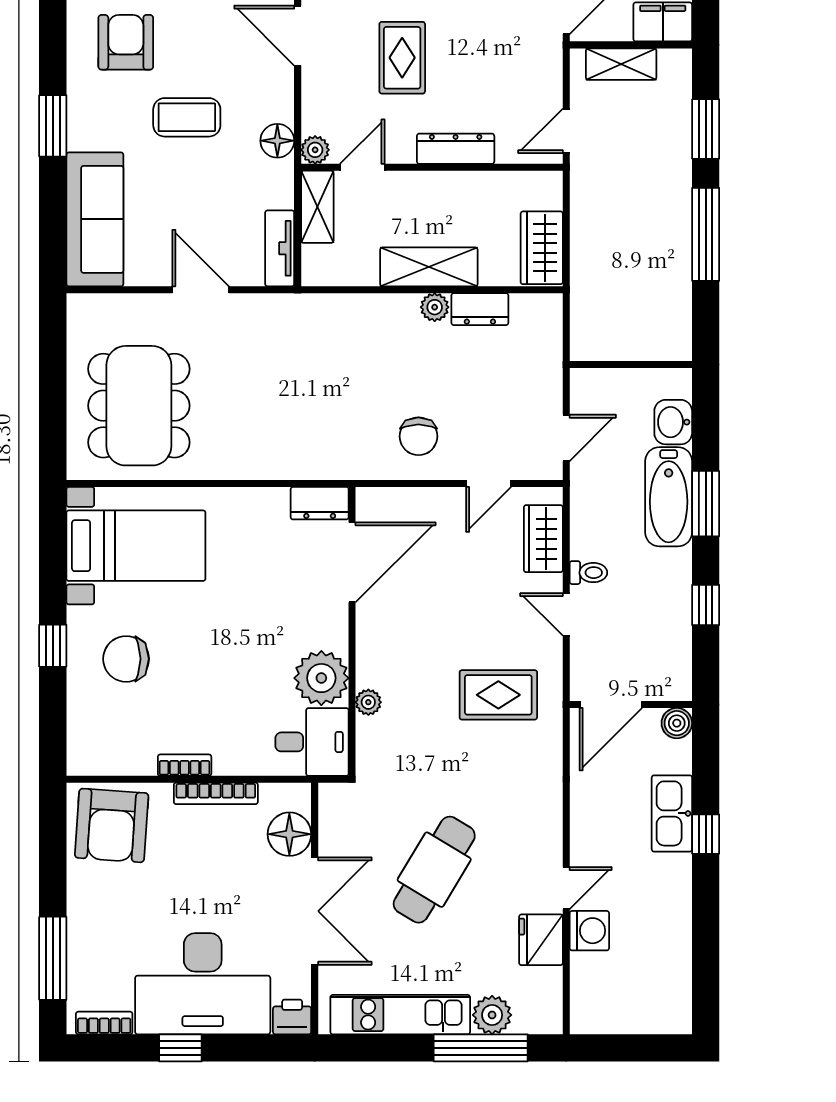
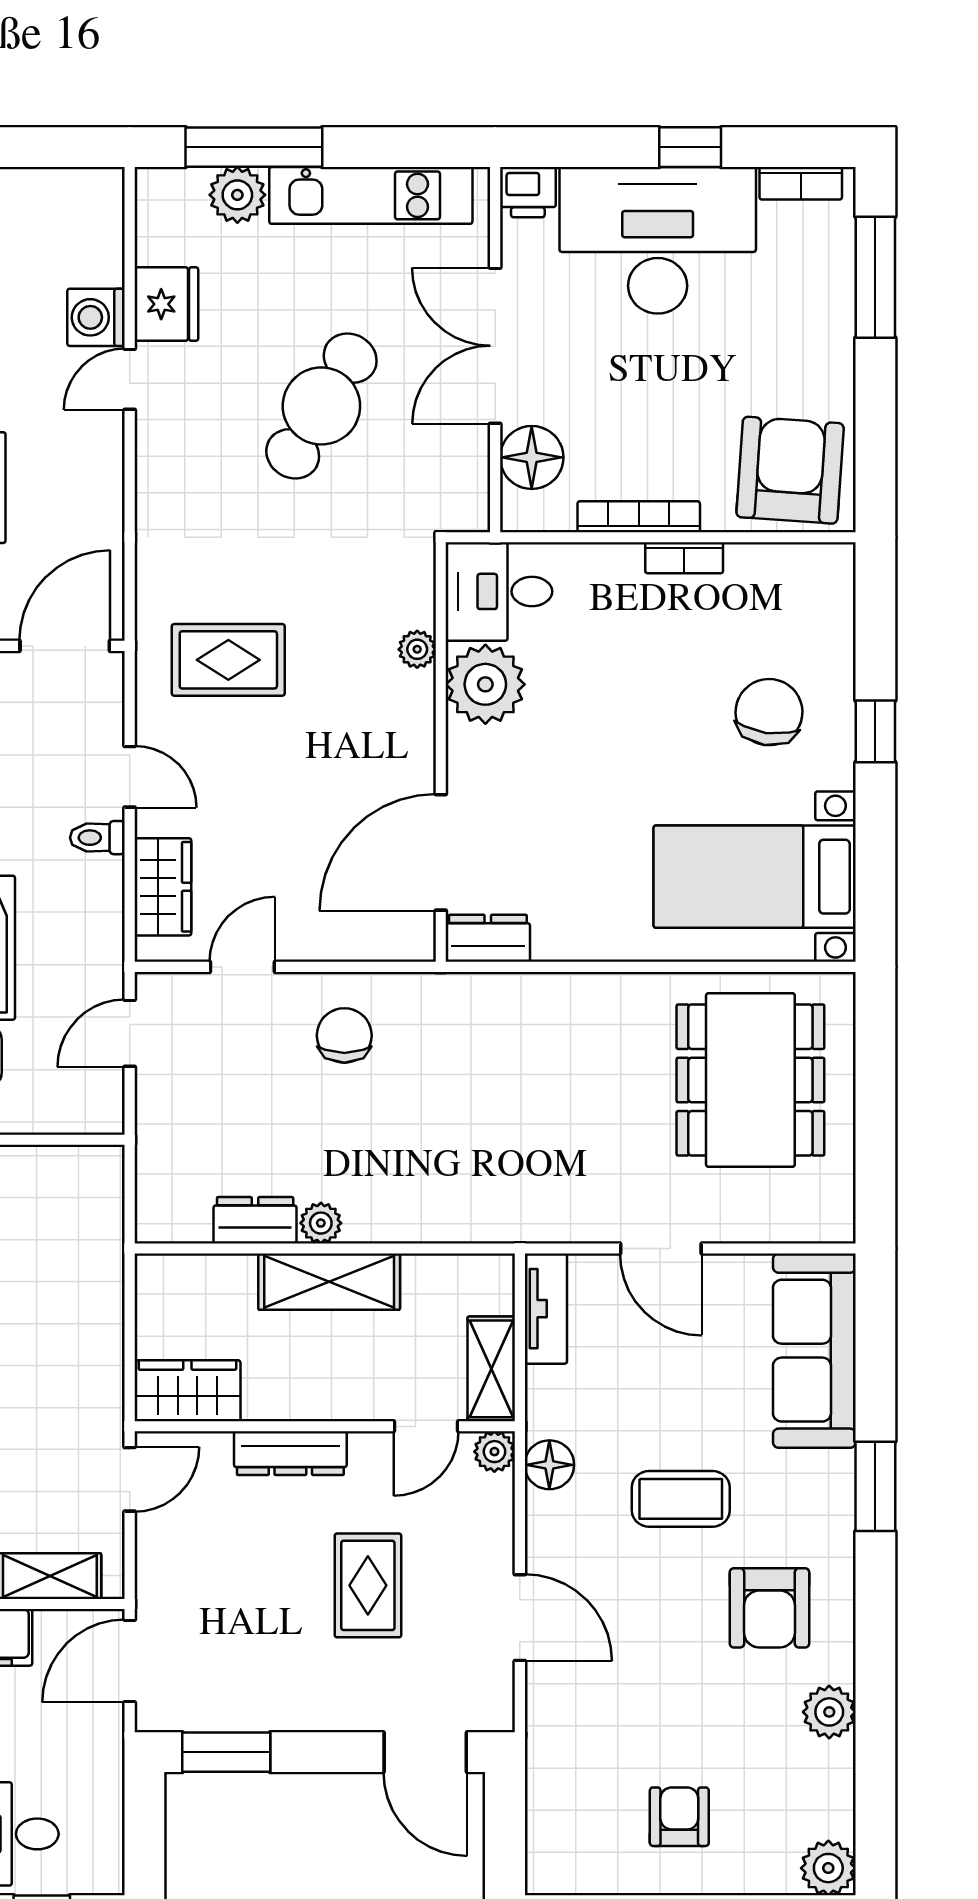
wardrobe: (542, 248) -> (187, 1391), moved, turned -90
chair: (126, 659) -> (769, 712), turned -82

